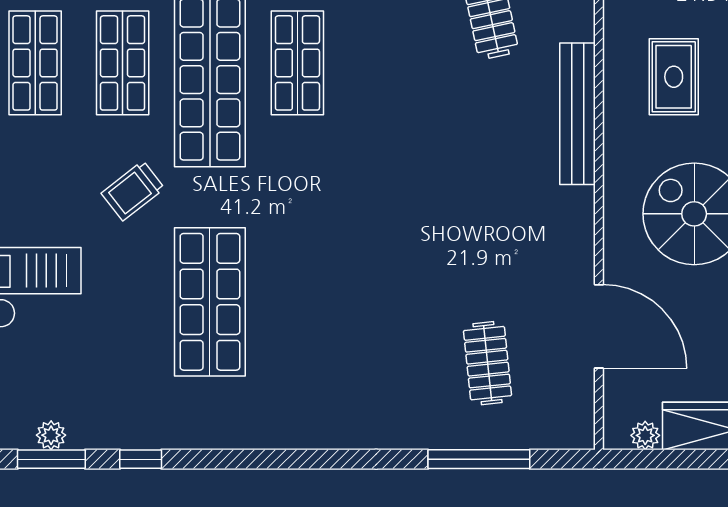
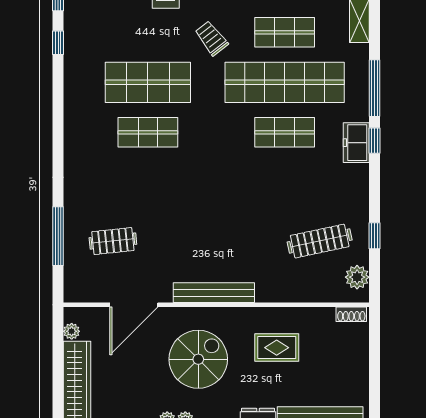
bench: (578, 114) -> (214, 293), moved
shop shelf: (297, 302) -> (148, 132), added

